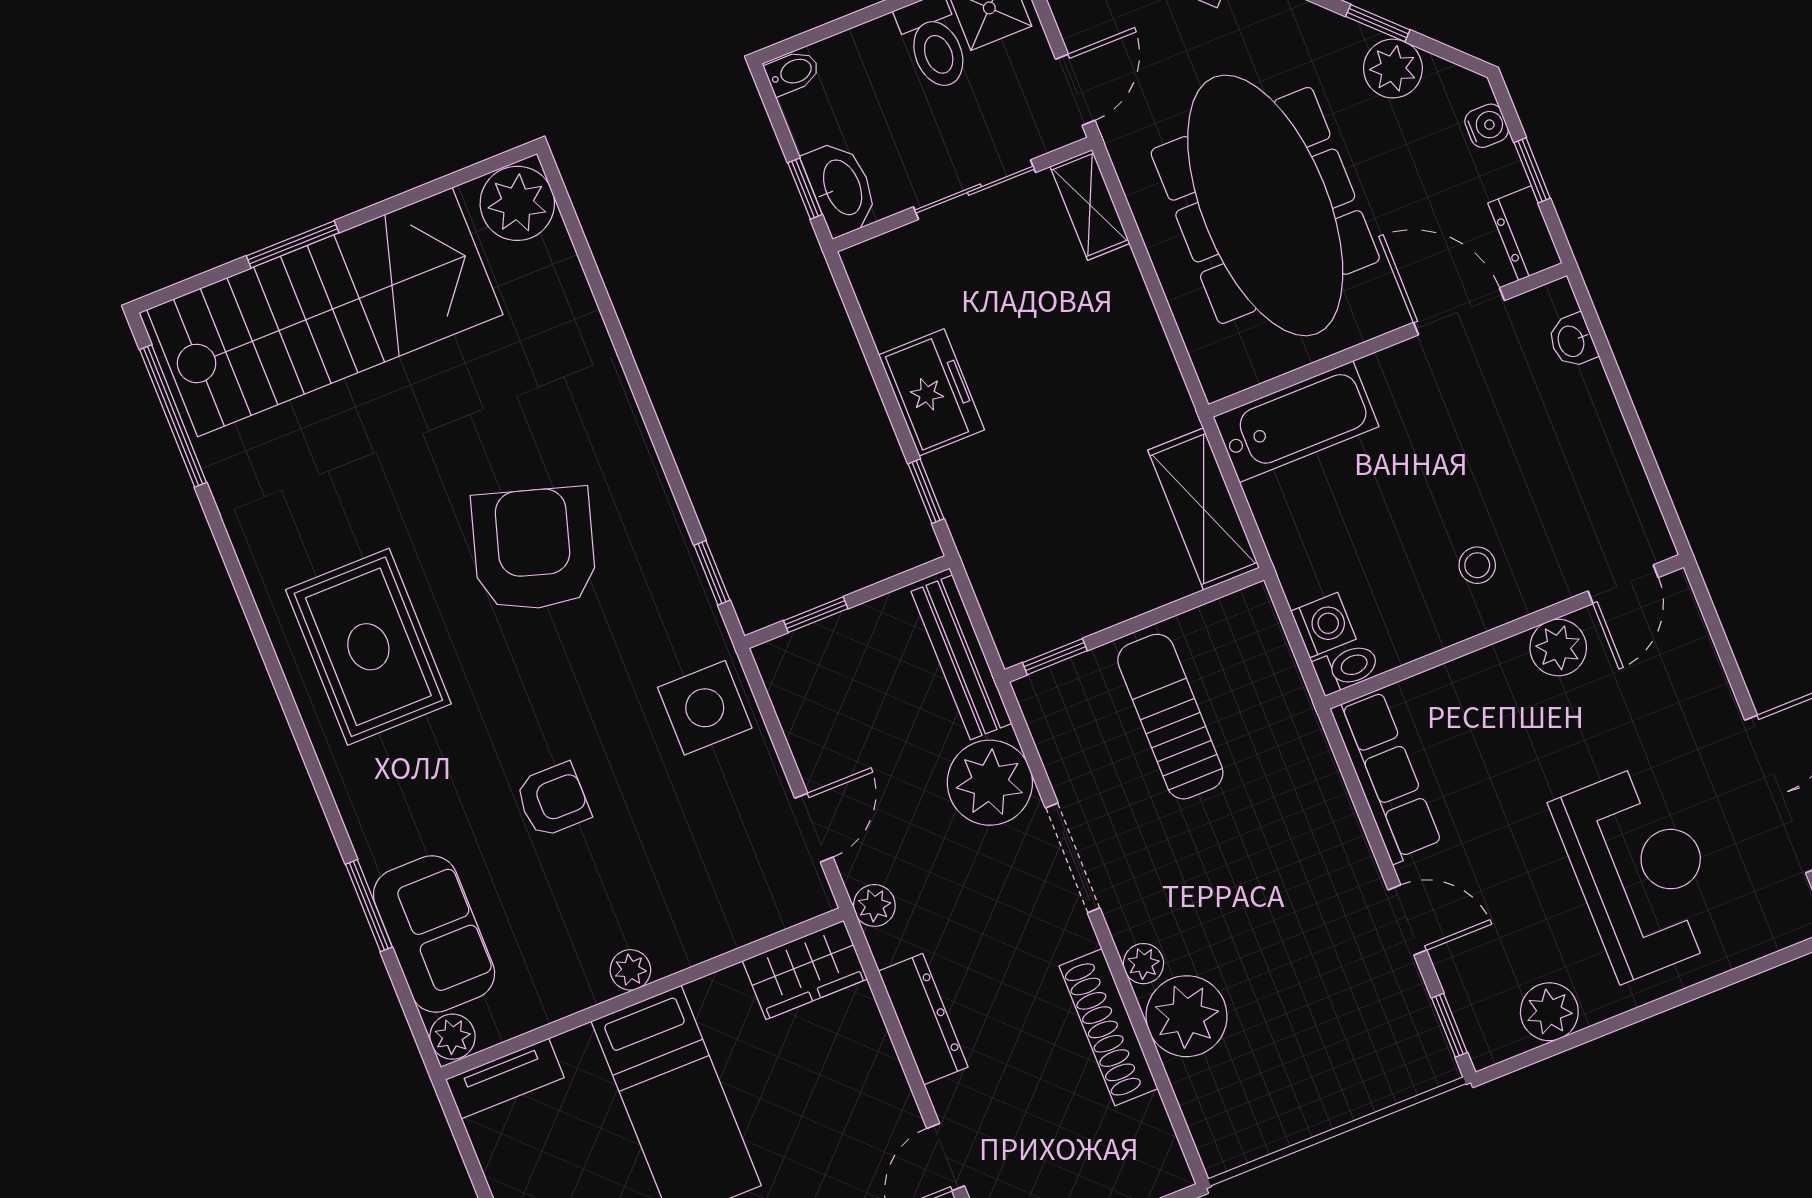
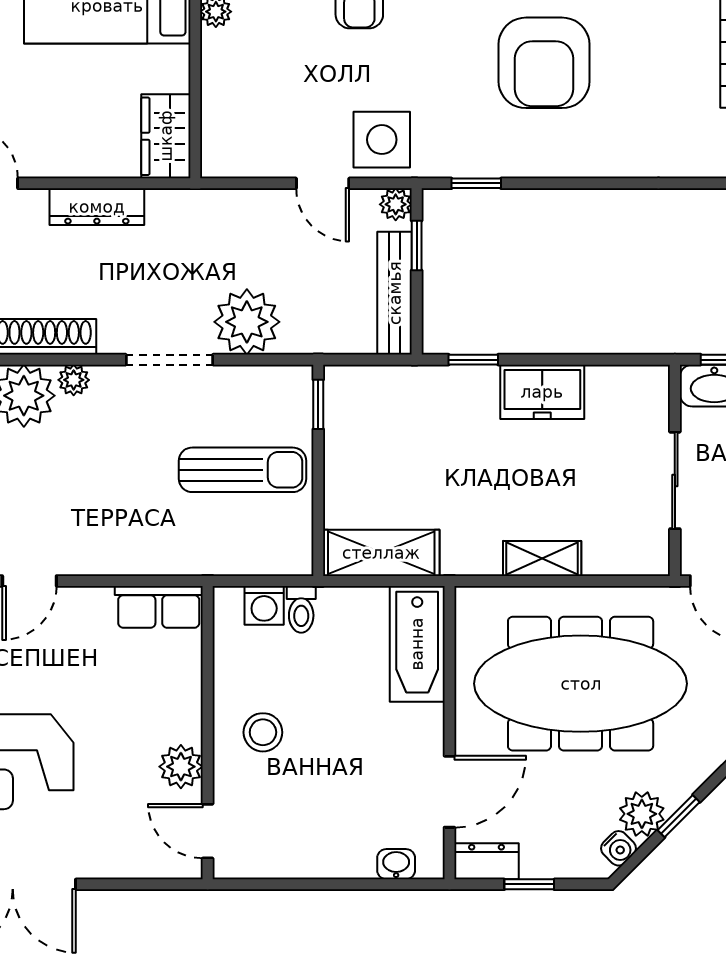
water cooler: (1487, 126) -> (619, 848), moved, turned -45
shelving: (1090, 205) -> (542, 558), moved
armchair: (534, 549) -> (544, 63), turned 73
stool: (1477, 565) -> (263, 732), width x1.37, depth x1.37
bench: (961, 657) -> (395, 293), moved, turned 90
toilet: (1346, 668) -> (301, 609), moved
row of seats: (1386, 777) -> (159, 607), width x0.68
door: (814, 828) -> (323, 183), moved
plant: (874, 905) -> (396, 204), moved

